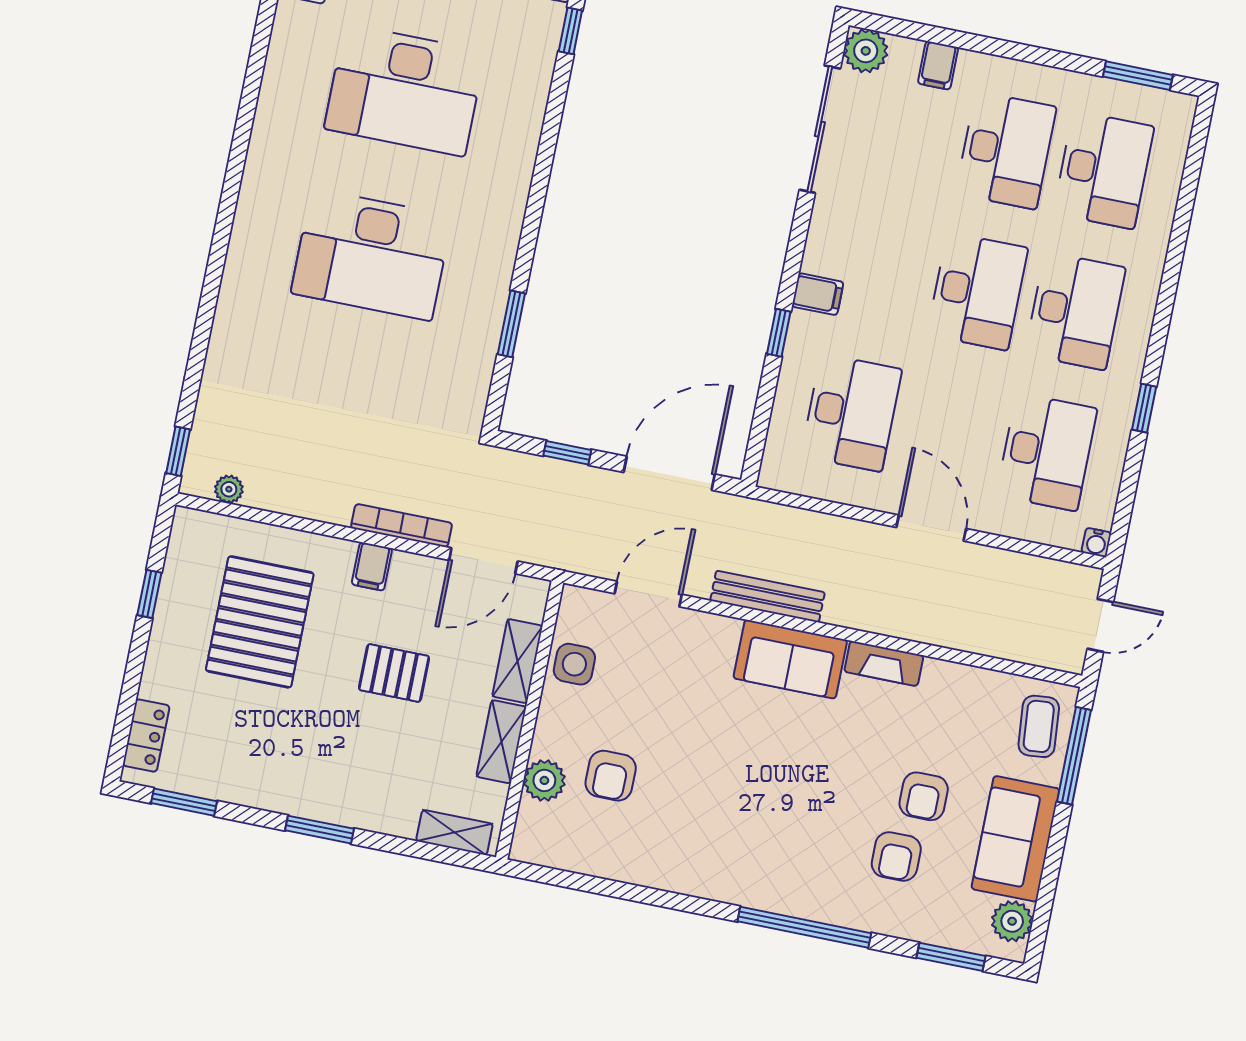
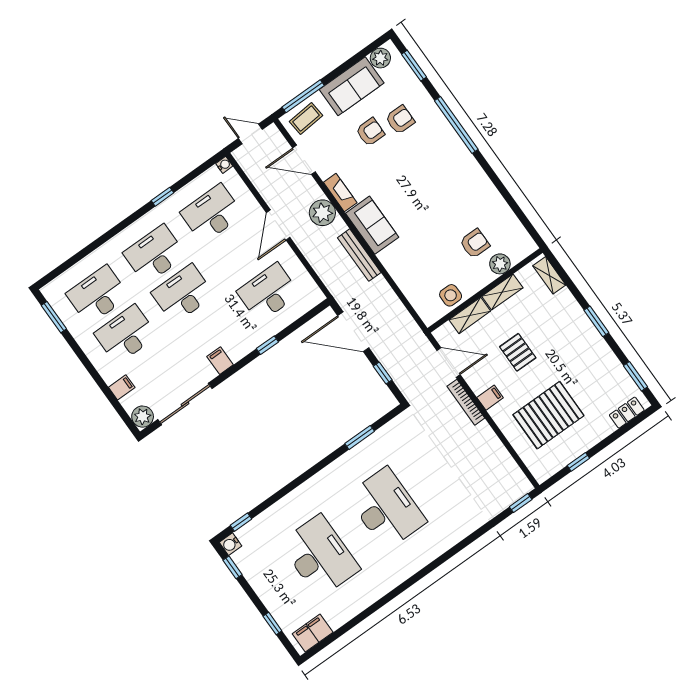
filing cabinet: (818, 294) -> (220, 361), moved
plant: (229, 489) -> (322, 213), moved, width x1.88, depth x1.88
door: (648, 594) -> (304, 160), moved

